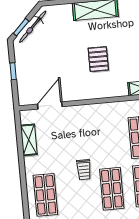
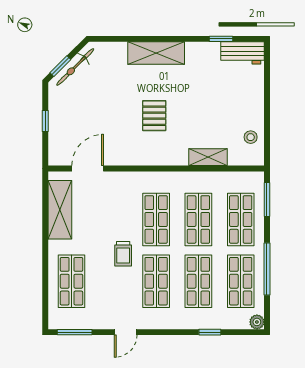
shelving: (29, 140) -> (60, 210), width x1.50, depth x1.33
shop shelf: (107, 140) -> (156, 219), added

